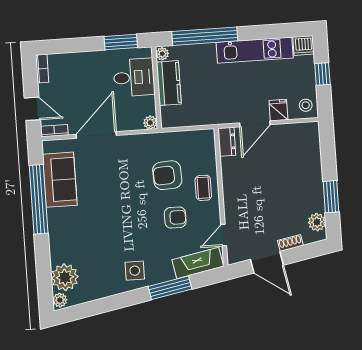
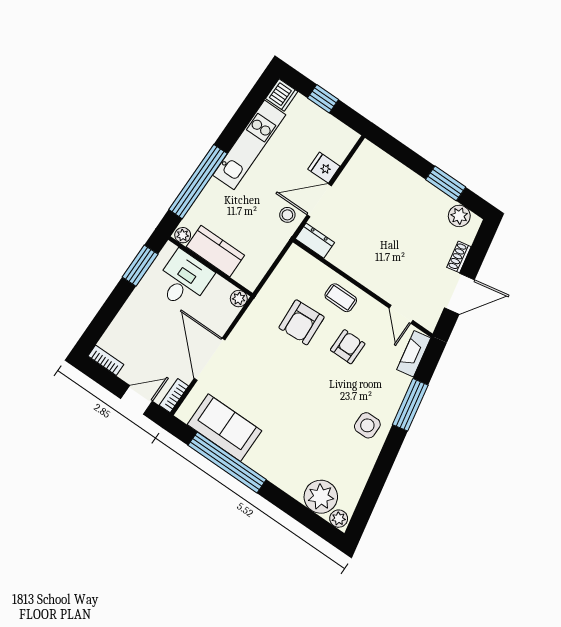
stool: (306, 105) -> (287, 215), moved
door: (255, 124) -> (319, 200), swing flipped
fireplace: (198, 263) -> (414, 354), width x0.73, depth x0.76

